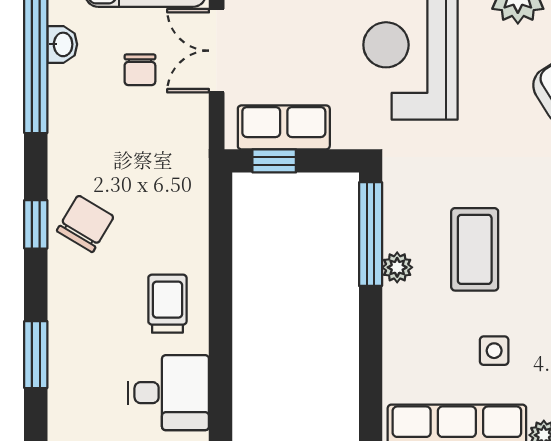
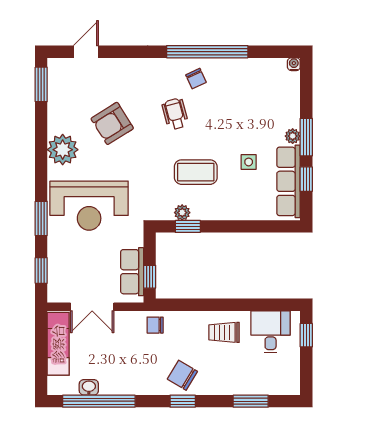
chair: (140, 70) -> (155, 325), moved, turned 180
window: (371, 234) -> (188, 226), width x0.46
plant: (397, 267) -> (182, 213), moved

